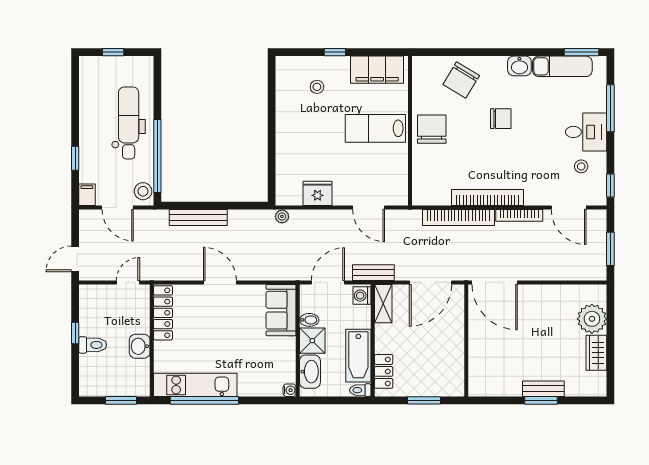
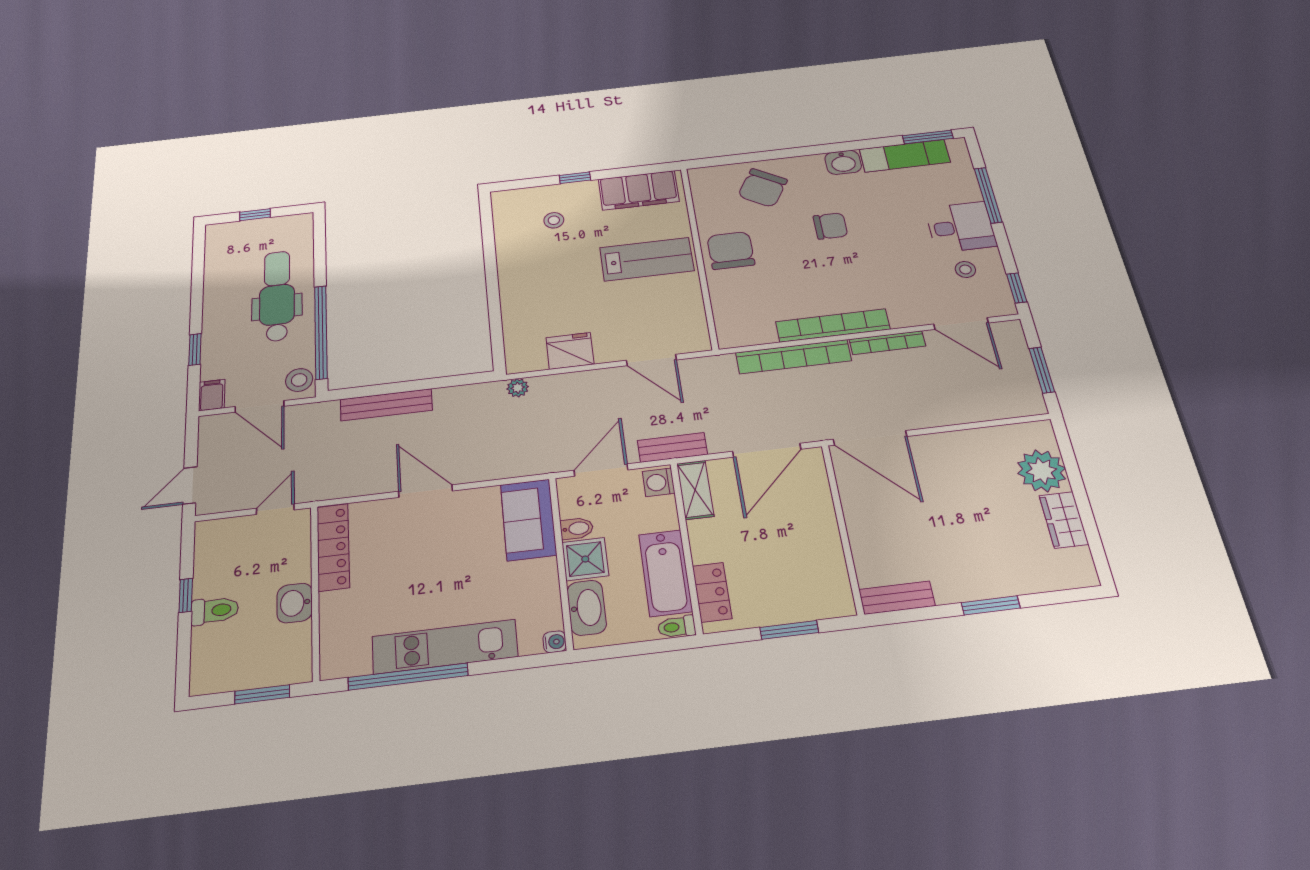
lab bench: (375, 128) -> (647, 259), turned 180
kitchen unit: (195, 385) -> (445, 647), moved
bench: (543, 389) -> (897, 598), moved

